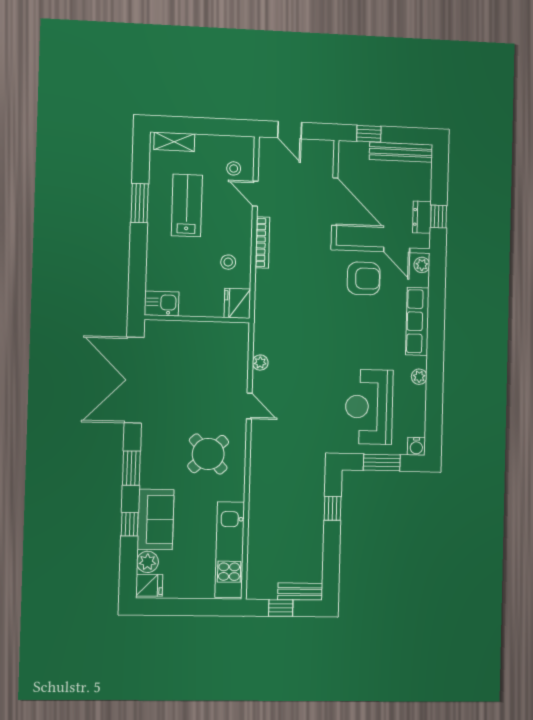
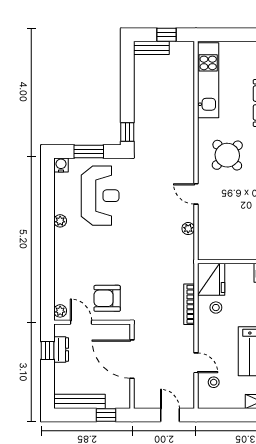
bookcase: (262, 243) -> (189, 304), moved
fridge: (237, 303) -> (211, 279), width x1.36, depth x1.34
row of seats: (417, 321) -> (63, 265), removed
window: (333, 508) -> (127, 132), moved

